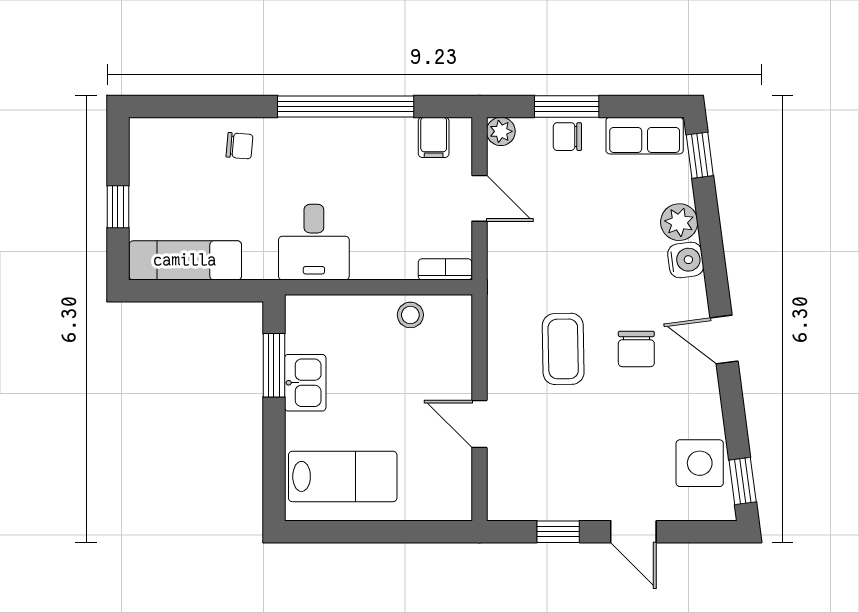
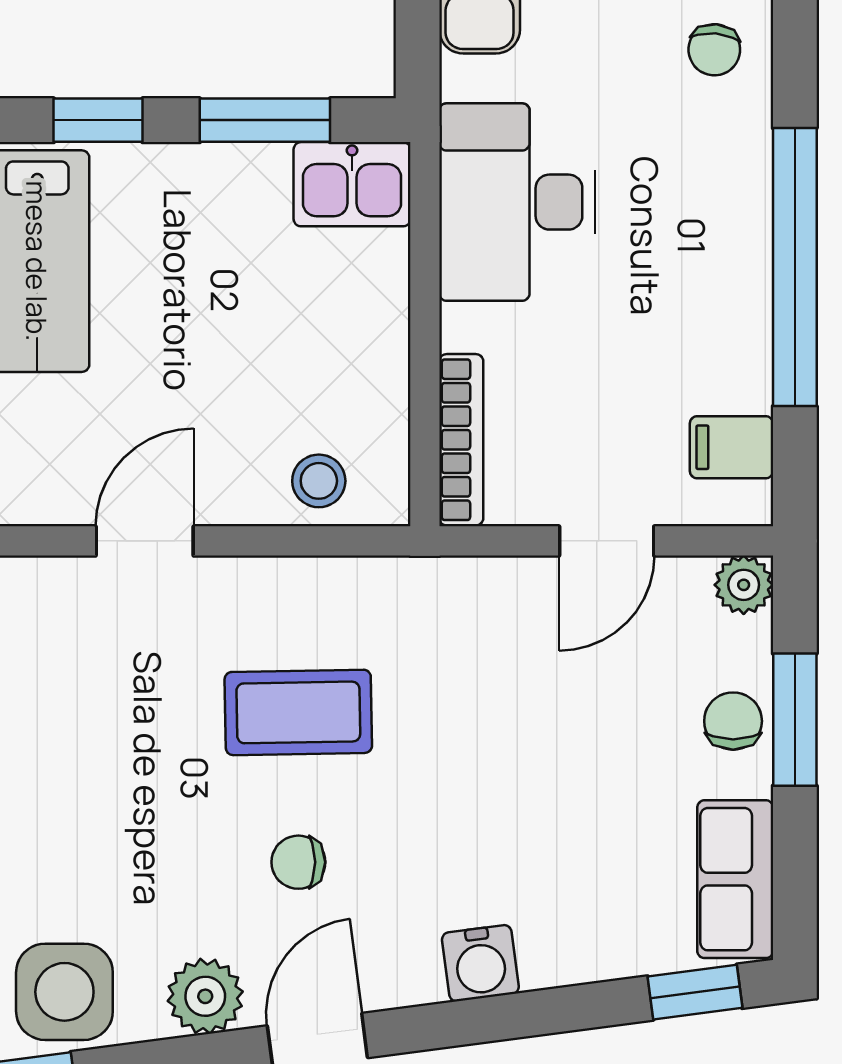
plant: (679, 222) -> (205, 996), moved
desk: (314, 242) -> (517, 202), width x1.37
bookcase: (445, 269) -> (461, 440), width x1.56
stool: (410, 315) -> (319, 481), moved
chair: (636, 349) -> (298, 862), width x0.73, depth x0.73
kitchen sink: (305, 383) -> (352, 184), moved
window: (274, 447) -> (98, 120), added

